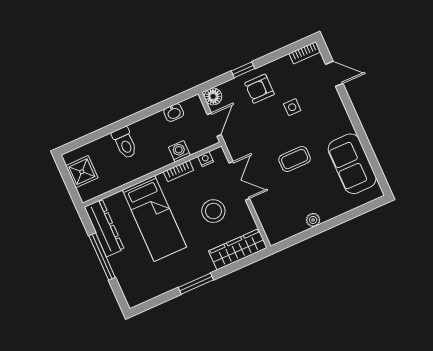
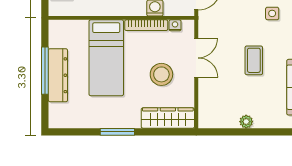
coffee table: (295, 159) -> (254, 60), turned 90
bookcase: (178, 171) -> (146, 25), width x1.56
dresser: (104, 228) -> (58, 75), moved

